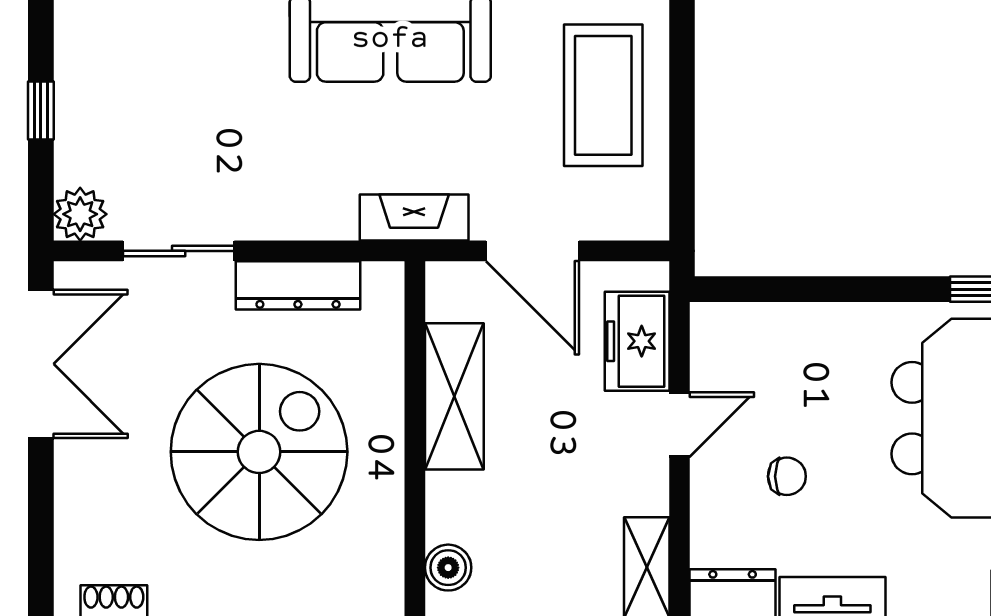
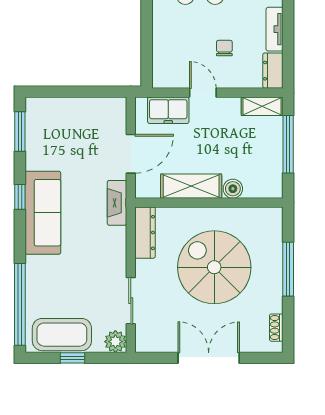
coffee table: (603, 95) -> (62, 335), moved
dresser: (298, 285) -> (145, 233), moved
double door: (41, 364) -> (209, 358), moved
boiler: (448, 568) -> (233, 189), moved

